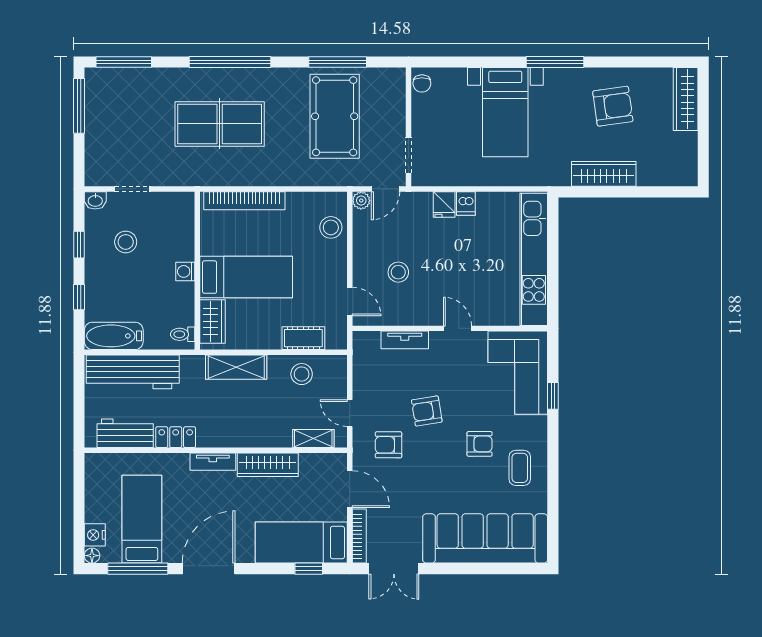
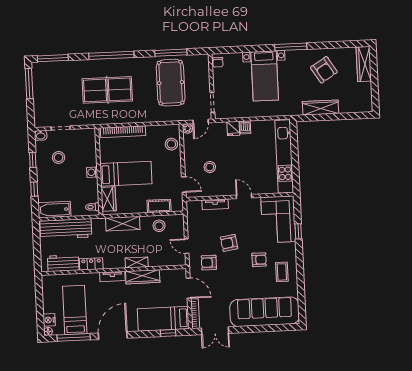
armchair: (613, 106) -> (324, 70), turned 66
shelving: (313, 439) -> (137, 262), moved

